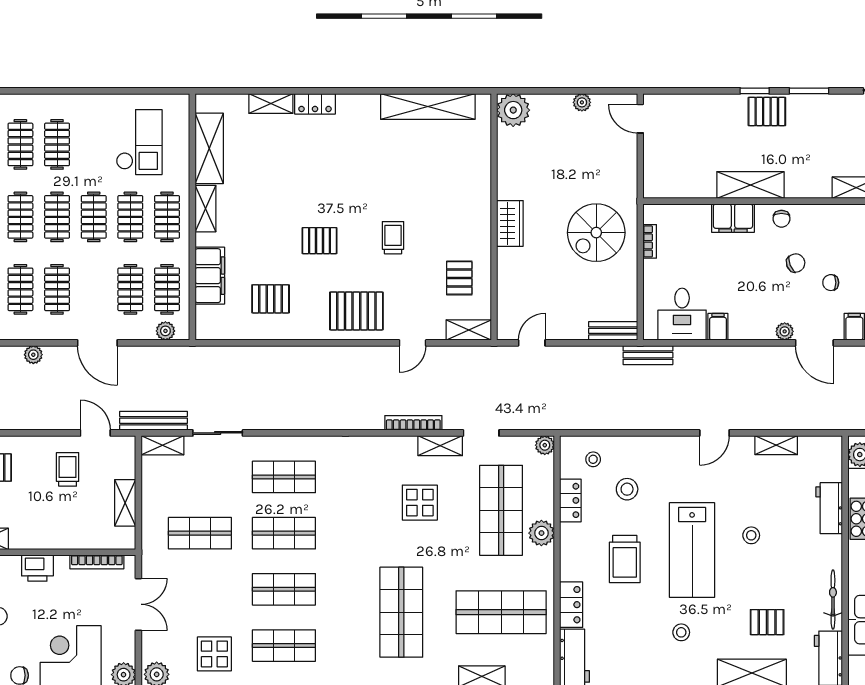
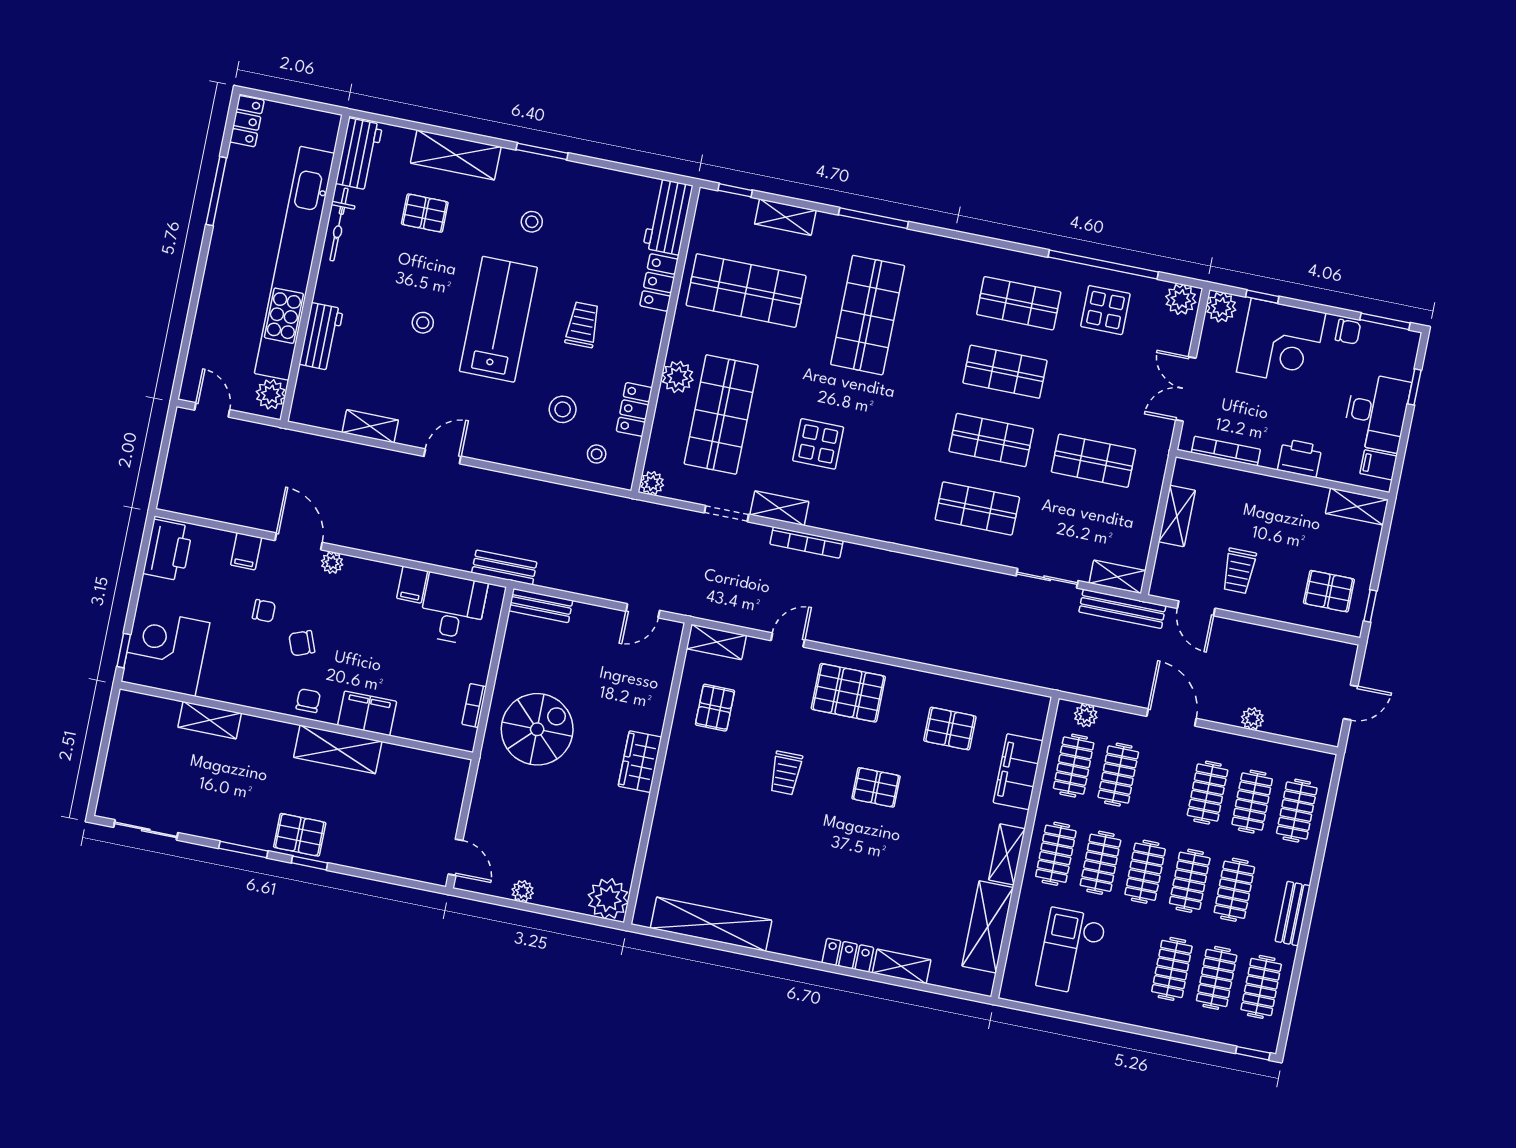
trolley: (625, 559) -> (583, 325), width x0.73, depth x0.72

